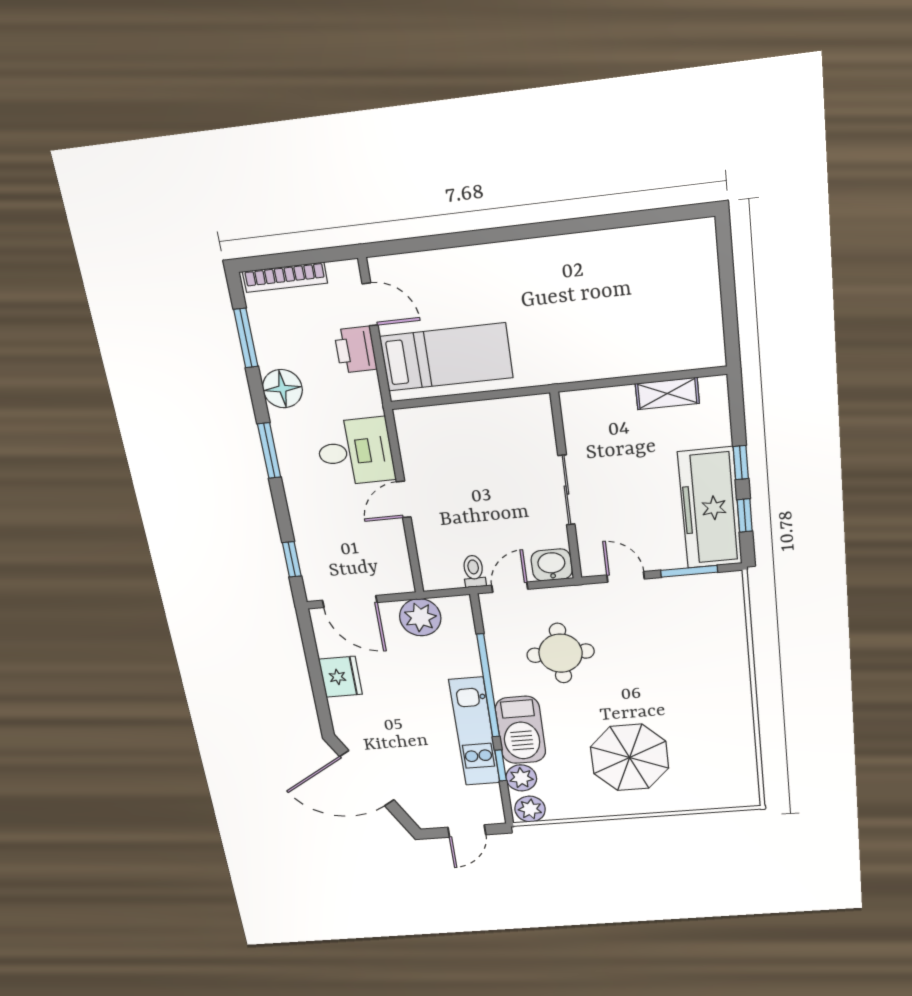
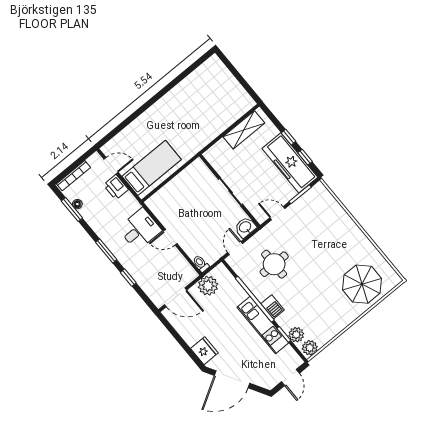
floor lamp: (282, 389) -> (77, 204), moved, width x0.53, depth x0.53
shelving: (667, 394) -> (244, 130), width x1.50, depth x1.33
door: (404, 499) -> (170, 237), hinge flipped
window: (292, 559) -> (128, 278), moved
toilet: (474, 571) -> (201, 264), moved
fridge: (340, 677) -> (204, 351), moved
barbecue: (521, 730) -> (273, 307), width x0.53, depth x0.65
parasol: (630, 758) -> (362, 284), moved

